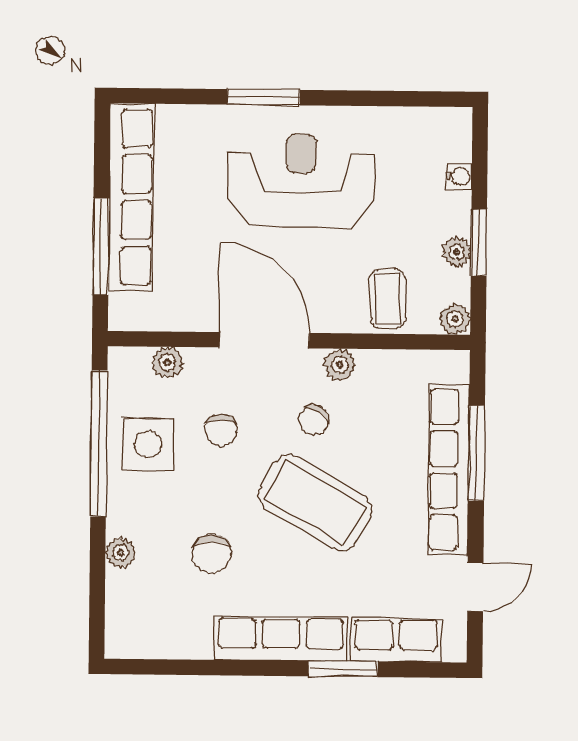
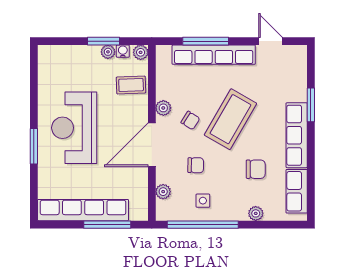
water cooler: (459, 176) -> (123, 51), moved
side table: (148, 444) -> (203, 201), width x0.54, depth x0.54
row of seats: (396, 640) -> (297, 191), moved

